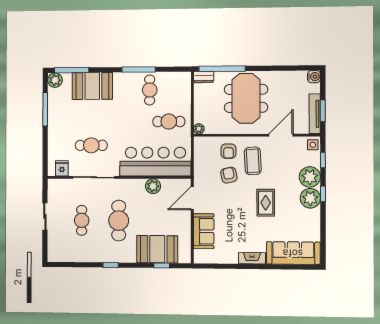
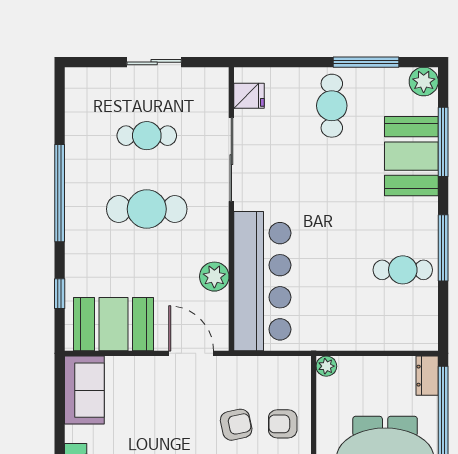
window: (72, 70) -> (443, 142), moved
cafe table: (169, 122) -> (341, 308), removed
cafe table: (91, 145) -> (332, 106), moved
sofa: (204, 231) -> (84, 390), moved, turned -90
booth: (157, 249) -> (113, 324), moved, turned 90
window: (111, 265) -> (60, 193), width x3.17

